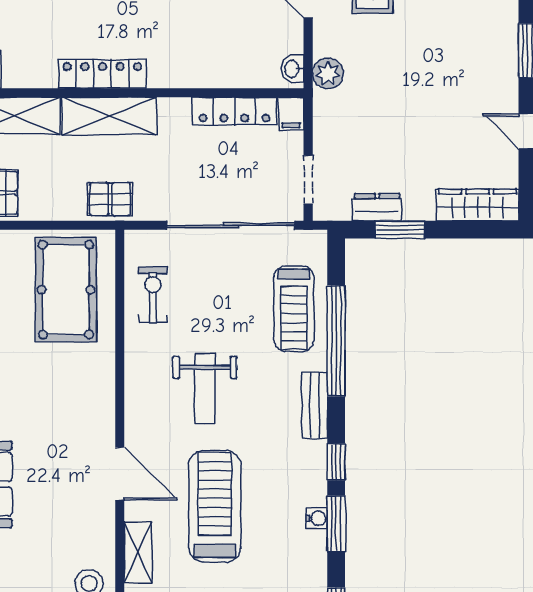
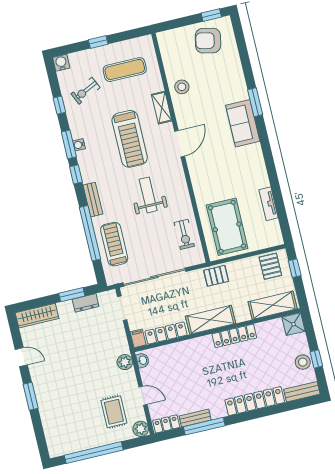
shelving: (109, 116) -> (211, 320), moved
door: (120, 474) -> (180, 144), swing flipped

